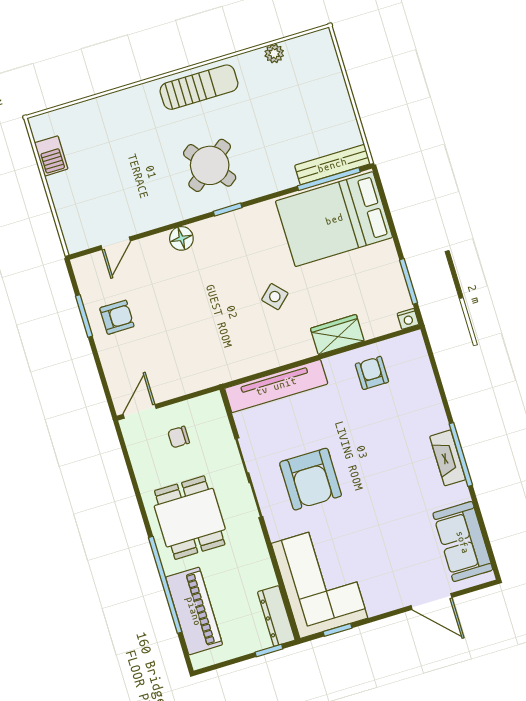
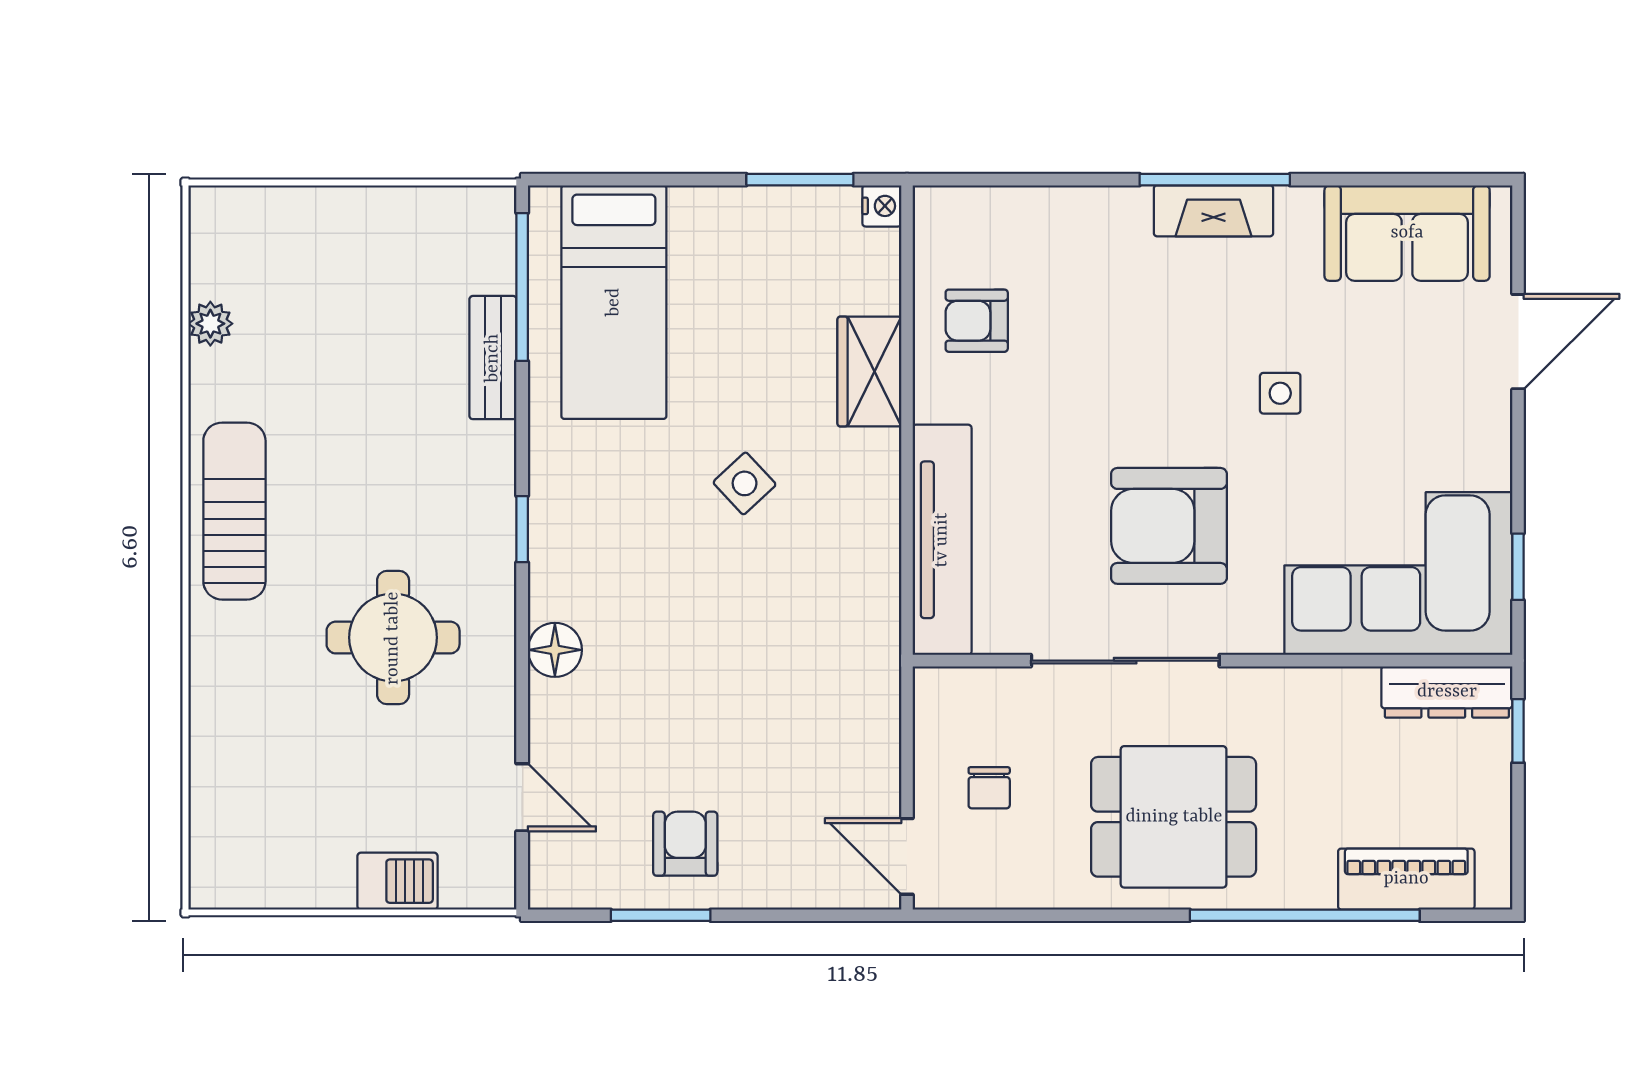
barbecue: (51, 156) -> (397, 881), moved
round table: (210, 165) -> (393, 638), moved, turned 38
bench: (332, 165) -> (493, 358), moved, width x0.73
bed: (334, 219) -> (614, 302), width x0.67
armchair: (311, 479) -> (1169, 526), turned 180
side table: (380, 509) -> (1280, 393), added
piano: (194, 611) -> (1406, 879), width x0.73, depth x0.75

